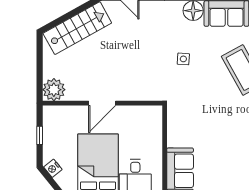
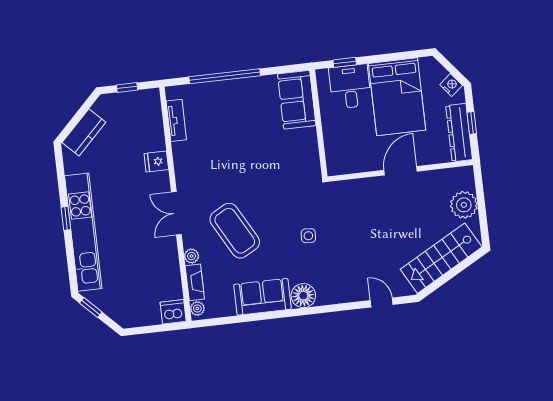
plant: (54, 90) -> (464, 205), moved
dresser: (51, 129) -> (459, 133), added

